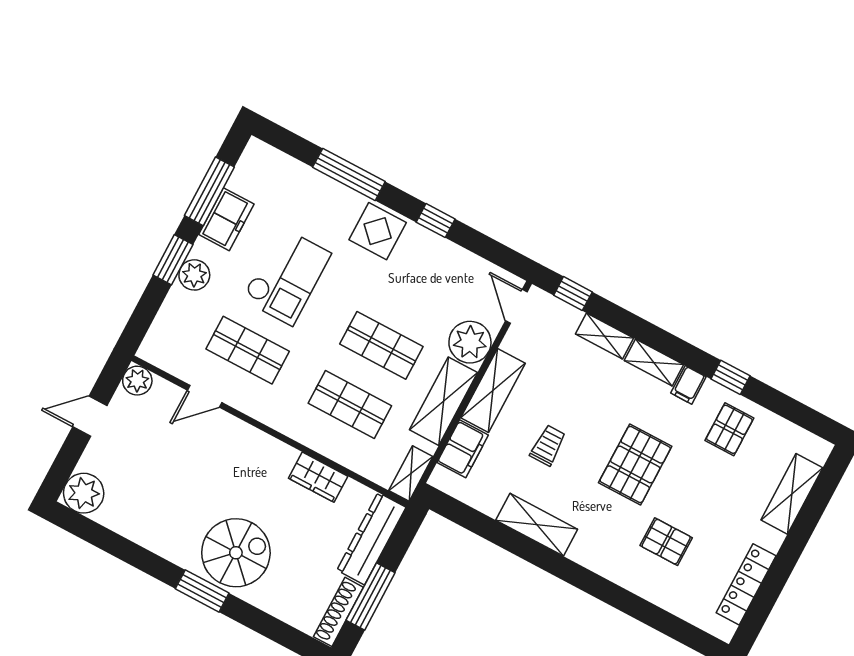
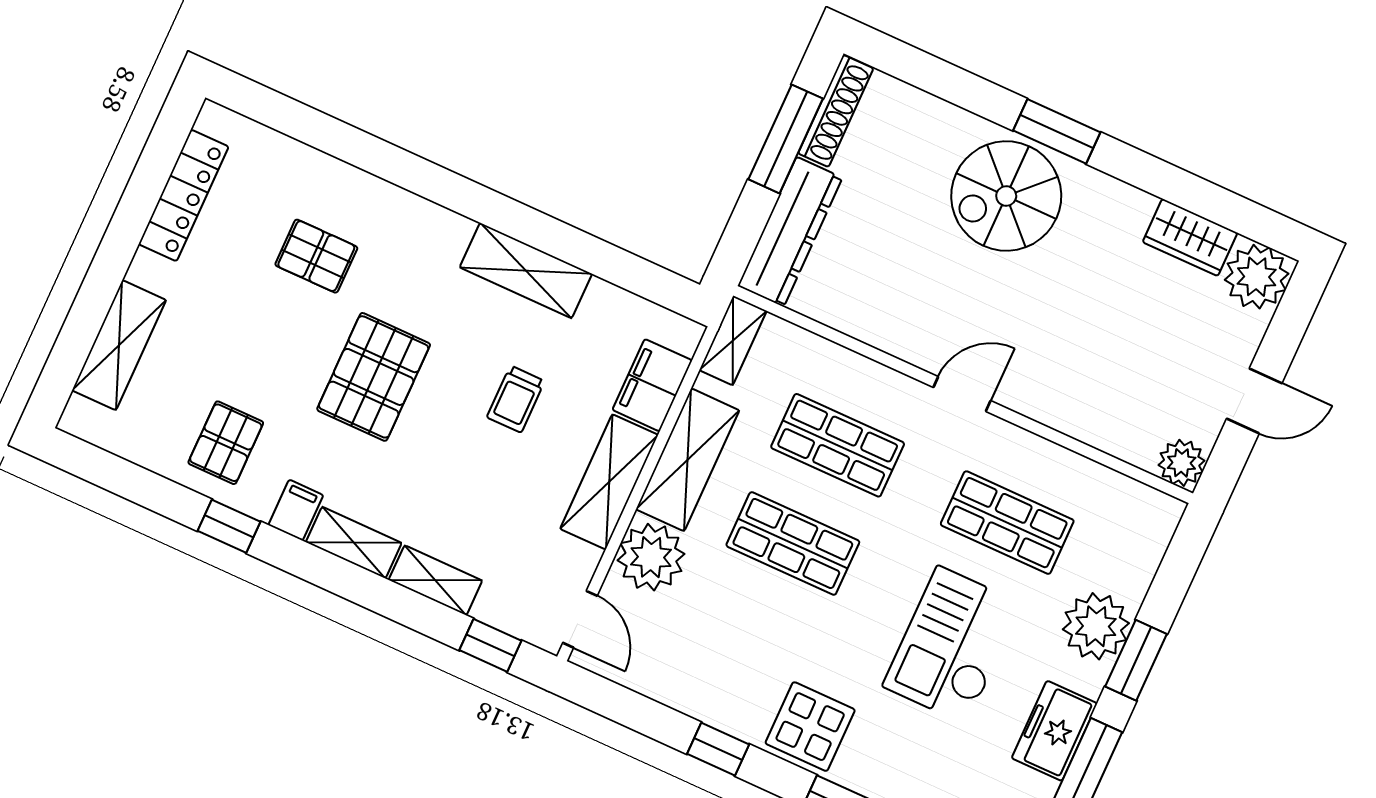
plant: (194, 275) -> (1096, 626), width x1.36, depth x1.36
door: (205, 396) -> (962, 394), moved
wardrobe: (318, 477) -> (1190, 237), moved, turned 180

